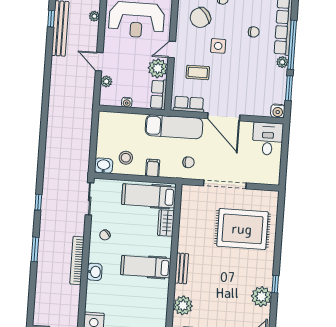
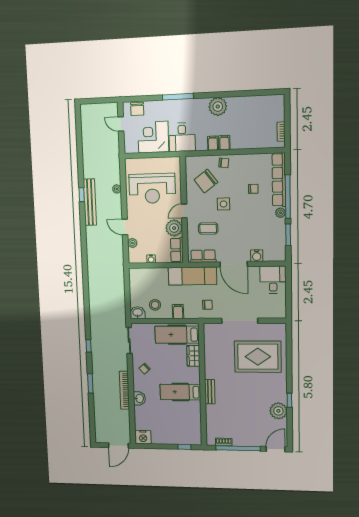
water cooler: (278, 111) -> (257, 256), moved
plant: (183, 305) -> (214, 421), removed

